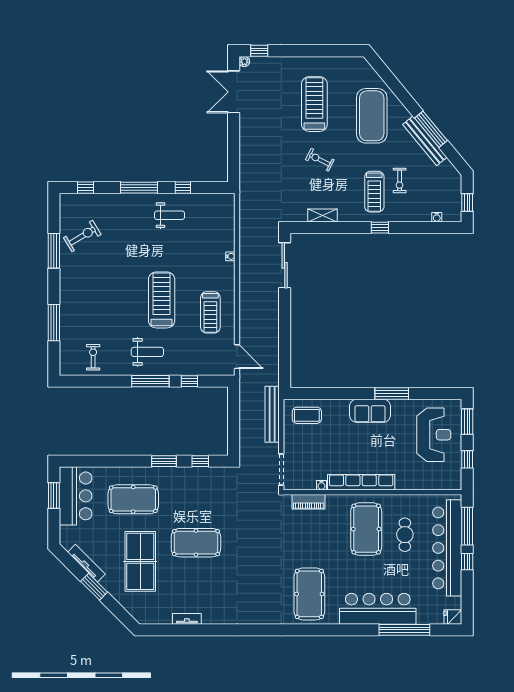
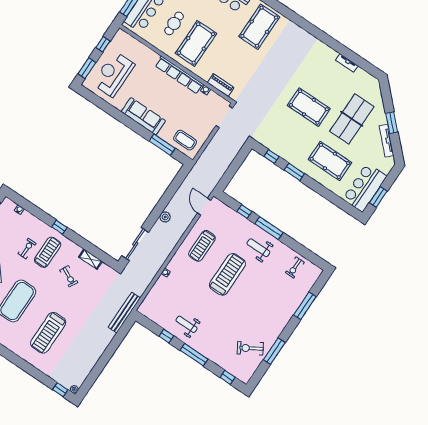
double door: (234, 92) -> (94, 375), removed
exercise bike: (320, 160) -> (69, 276), moved
treadmill: (162, 300) -> (227, 274), turned 180
treadmill: (210, 312) -> (202, 246), turned 180
plant: (272, 317) -> (165, 217), added
window: (392, 393) -> (162, 145), moved
sofa: (370, 411) -> (143, 116), width x1.36
bench: (272, 414) -> (124, 313), moved

